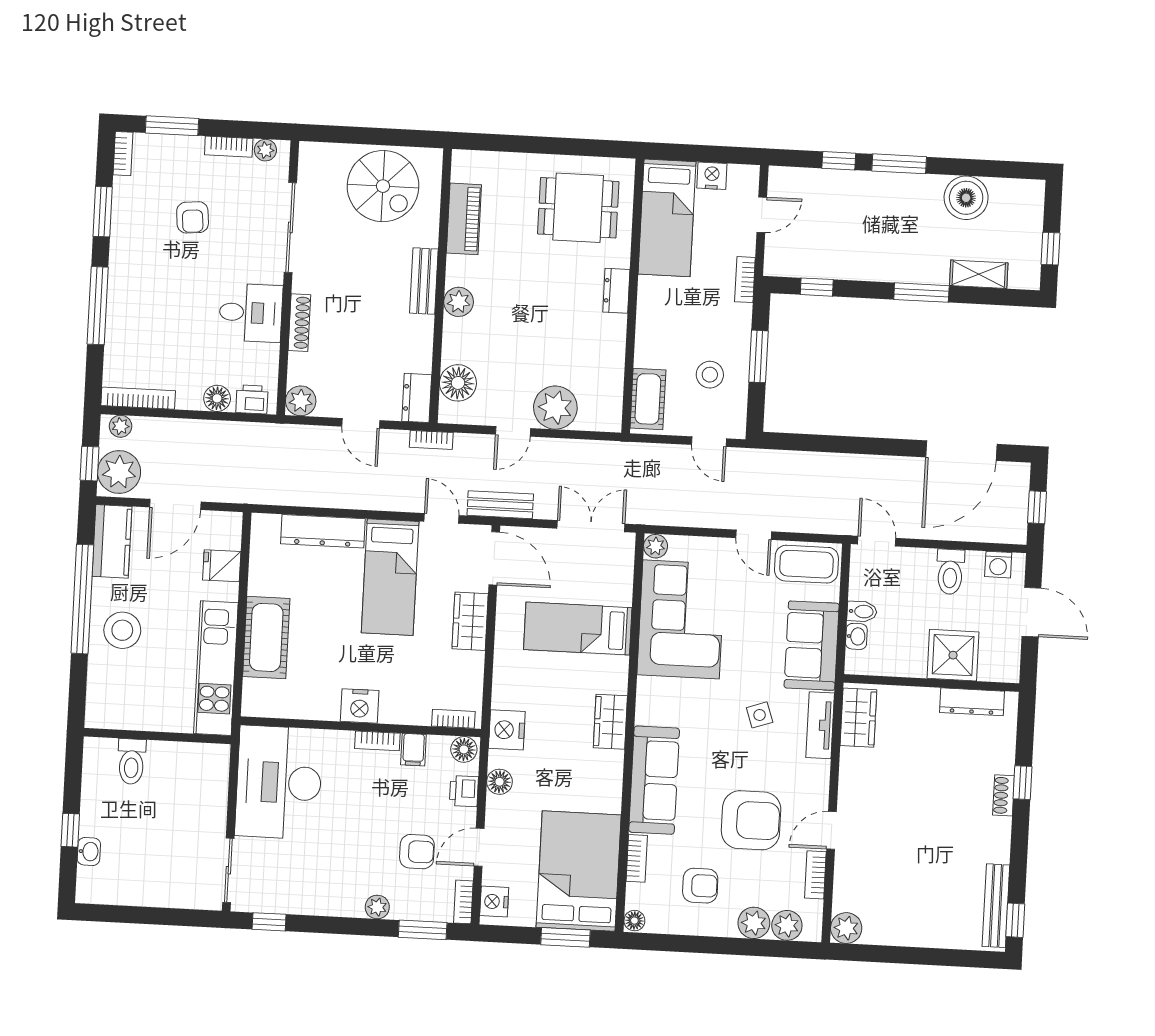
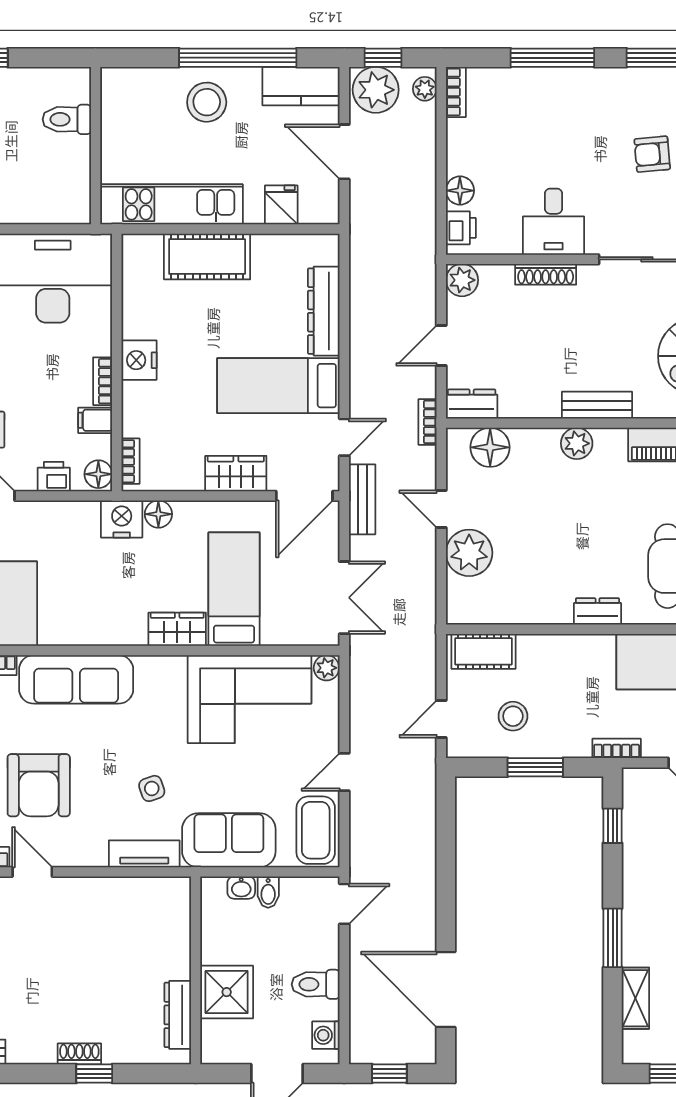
bookcase: (138, 398) -> (456, 92), width x0.64
wardrobe: (858, 718) -> (154, 894), removed
wardrobe: (610, 722) -> (177, 629), moved
floor lamp: (500, 782) -> (158, 514), moved

